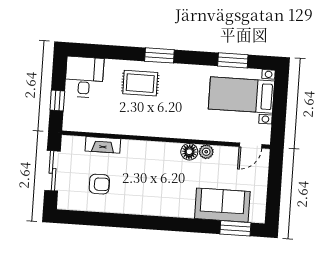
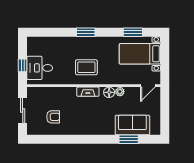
desk: (84, 77) -> (40, 68), moved, turned -90
rug: (140, 83) -> (86, 67), moved
fireplace: (103, 145) -> (88, 92), moved
window: (235, 228) -> (129, 139), moved

